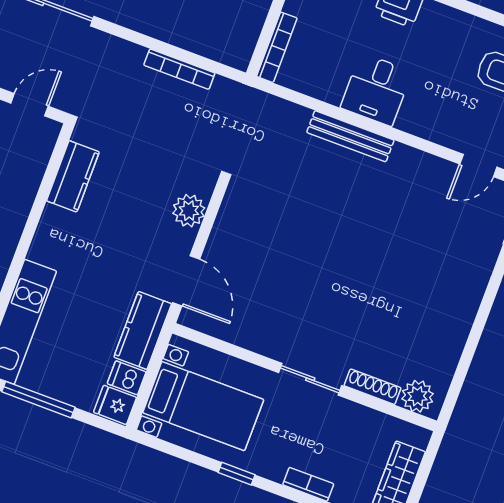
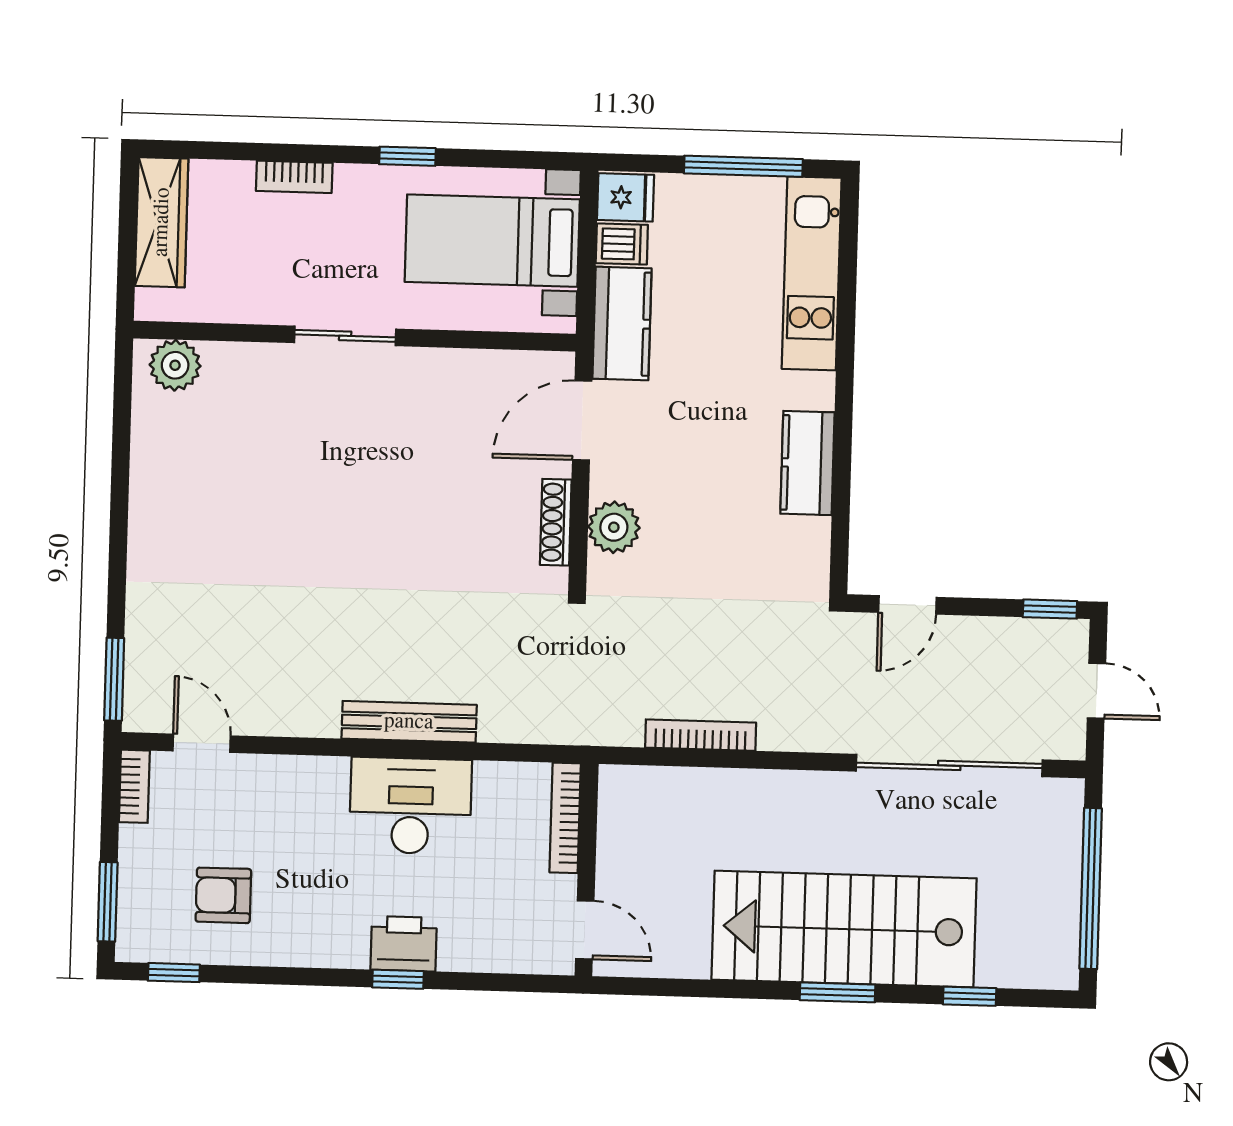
desk: (376, 90) -> (411, 806), width x1.37
door: (478, 166) -> (202, 743), hinge flipped
kitchen counter: (73, 176) -> (808, 463), moved
door: (186, 281) -> (582, 420), hinge flipped
shoe rack: (373, 387) -> (556, 522), moved, turned 90

